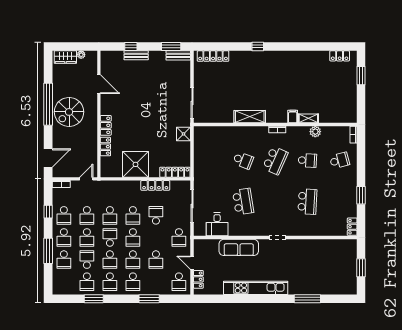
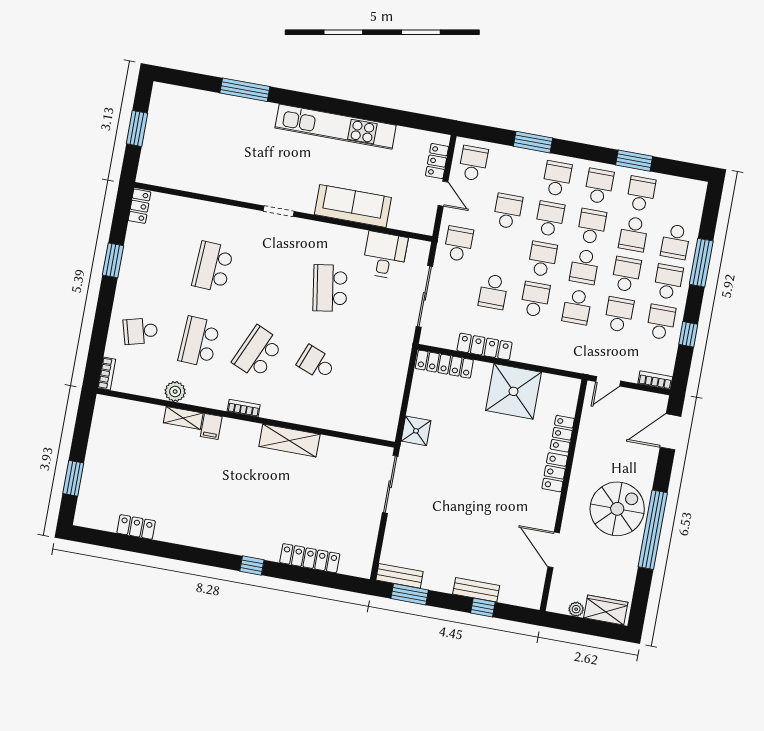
locker: (213, 56) -> (310, 558), moved
locker: (340, 56) -> (136, 527), moved
school desk: (307, 160) -> (199, 342), width x1.85
school desk: (110, 215) -> (577, 307), turned 180
school desk: (64, 260) -> (675, 242), turned 180

